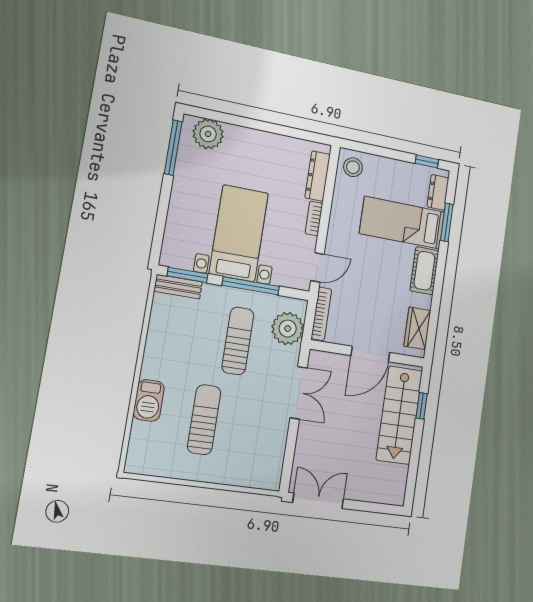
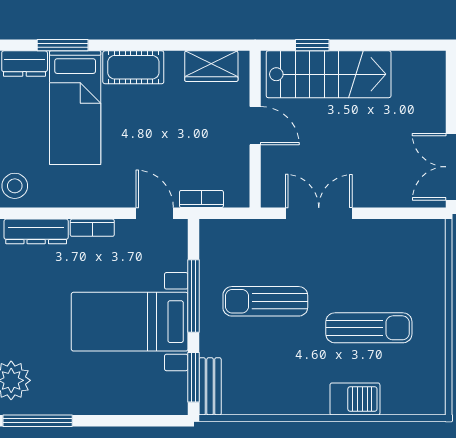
bookcase: (321, 314) -> (201, 199), width x0.64
plant: (288, 329) -> (240, 240), removed
door: (370, 354) -> (255, 126), width x0.73
sun lounger: (204, 420) -> (369, 328), turned 180

